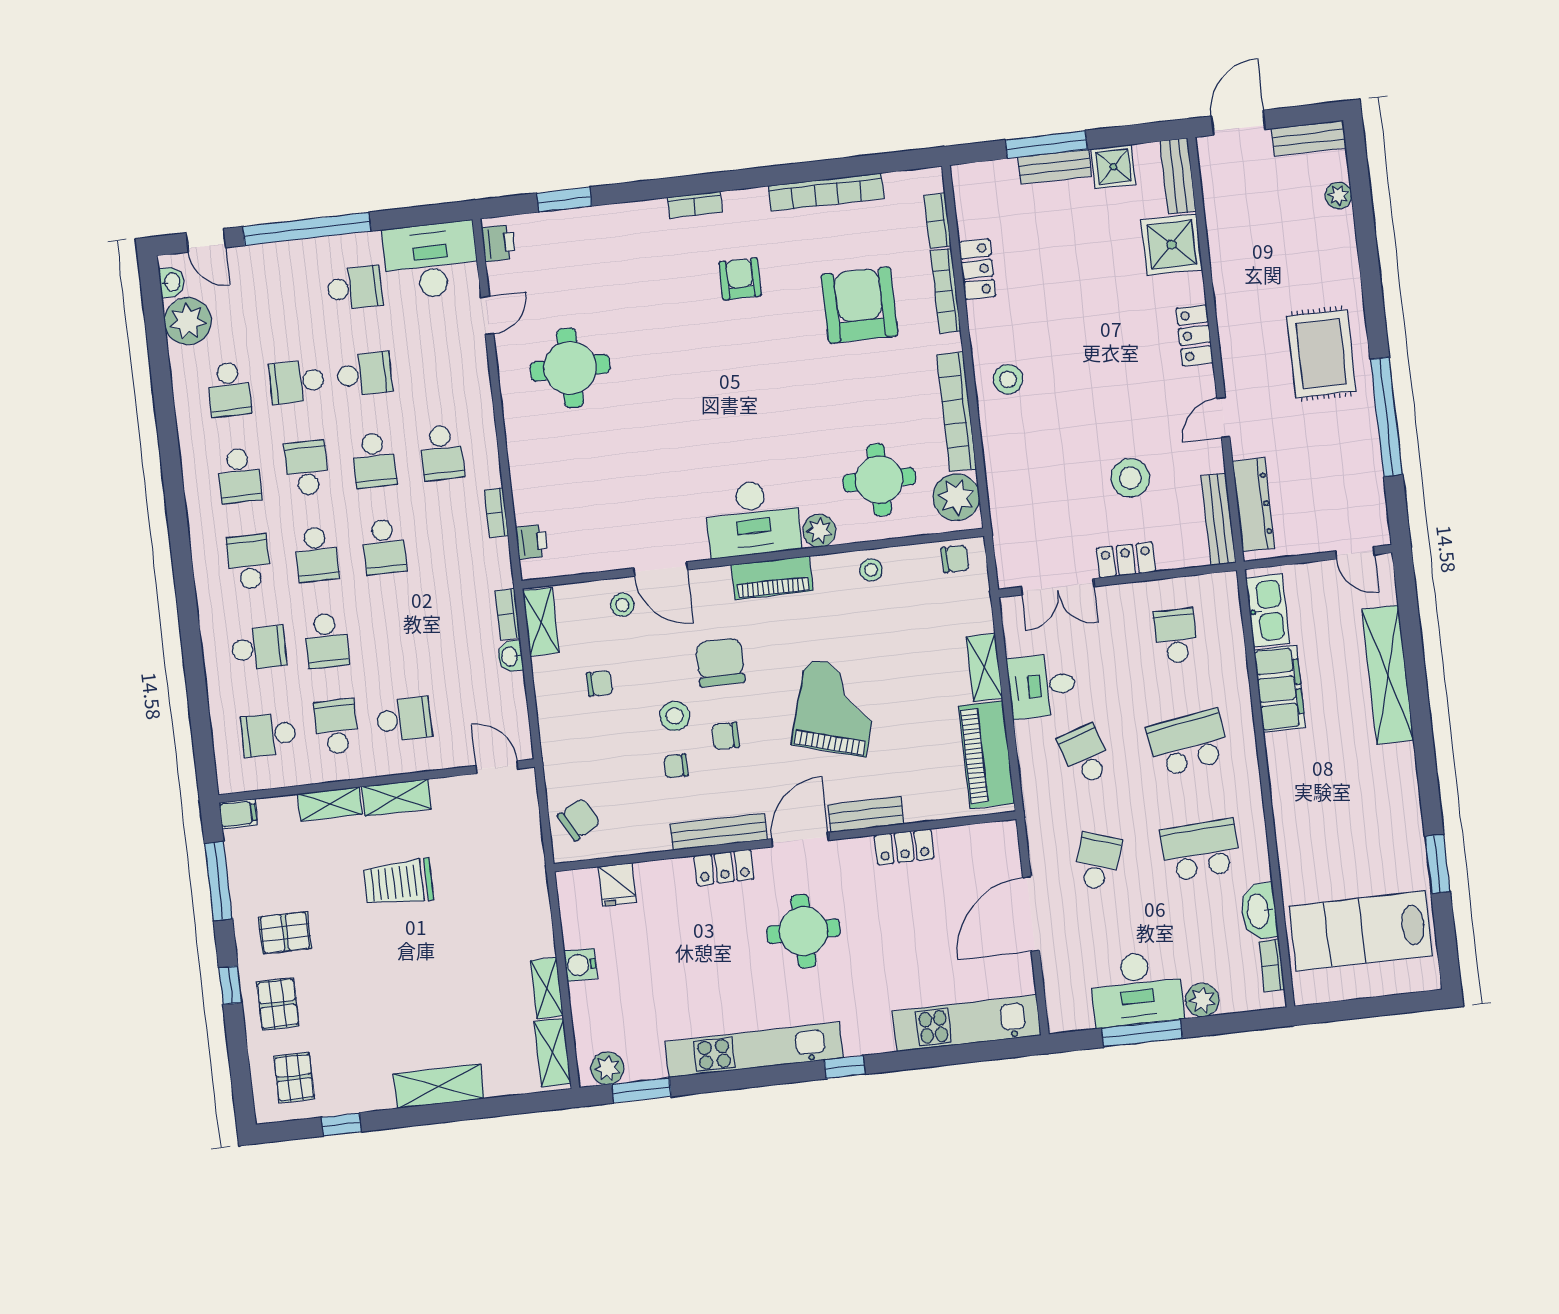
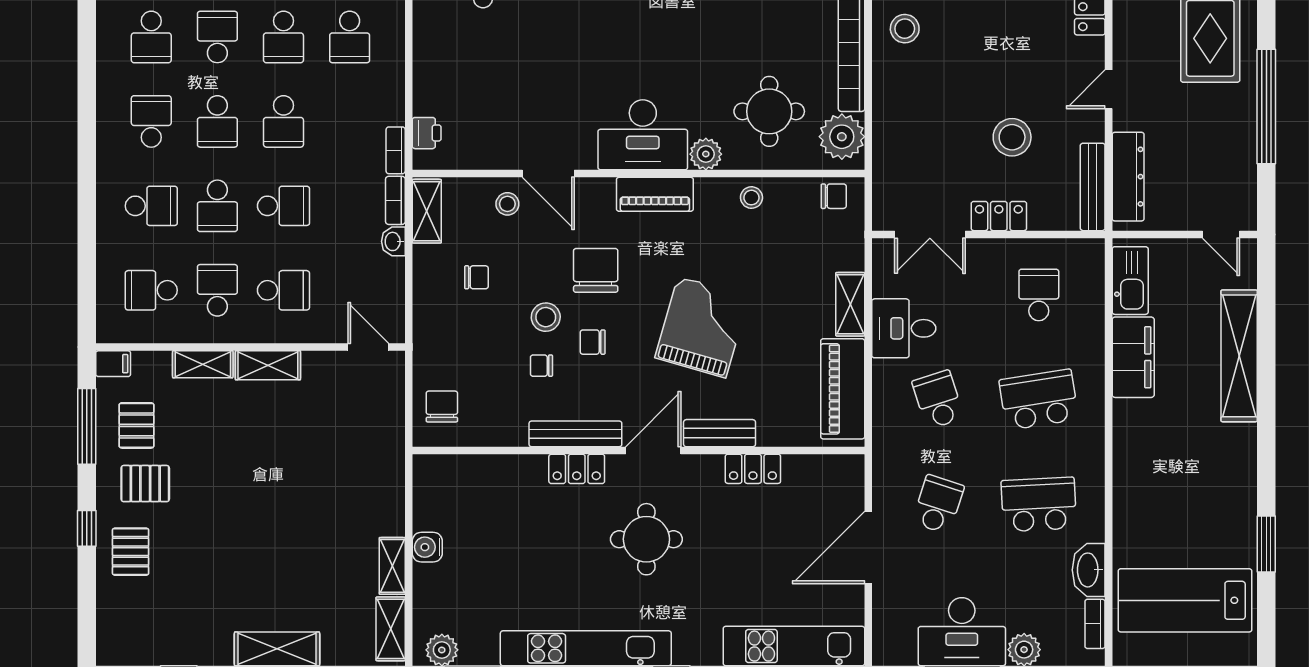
bookcase: (496, 513) -> (396, 150), moved
school desk: (394, 633) -> (283, 206), added
chair: (579, 819) -> (442, 406), turned -61
trolley: (399, 882) -> (261, 448), removed
fridge: (617, 885) -> (472, 474), removed
pallet: (294, 1078) -> (136, 425), moved

